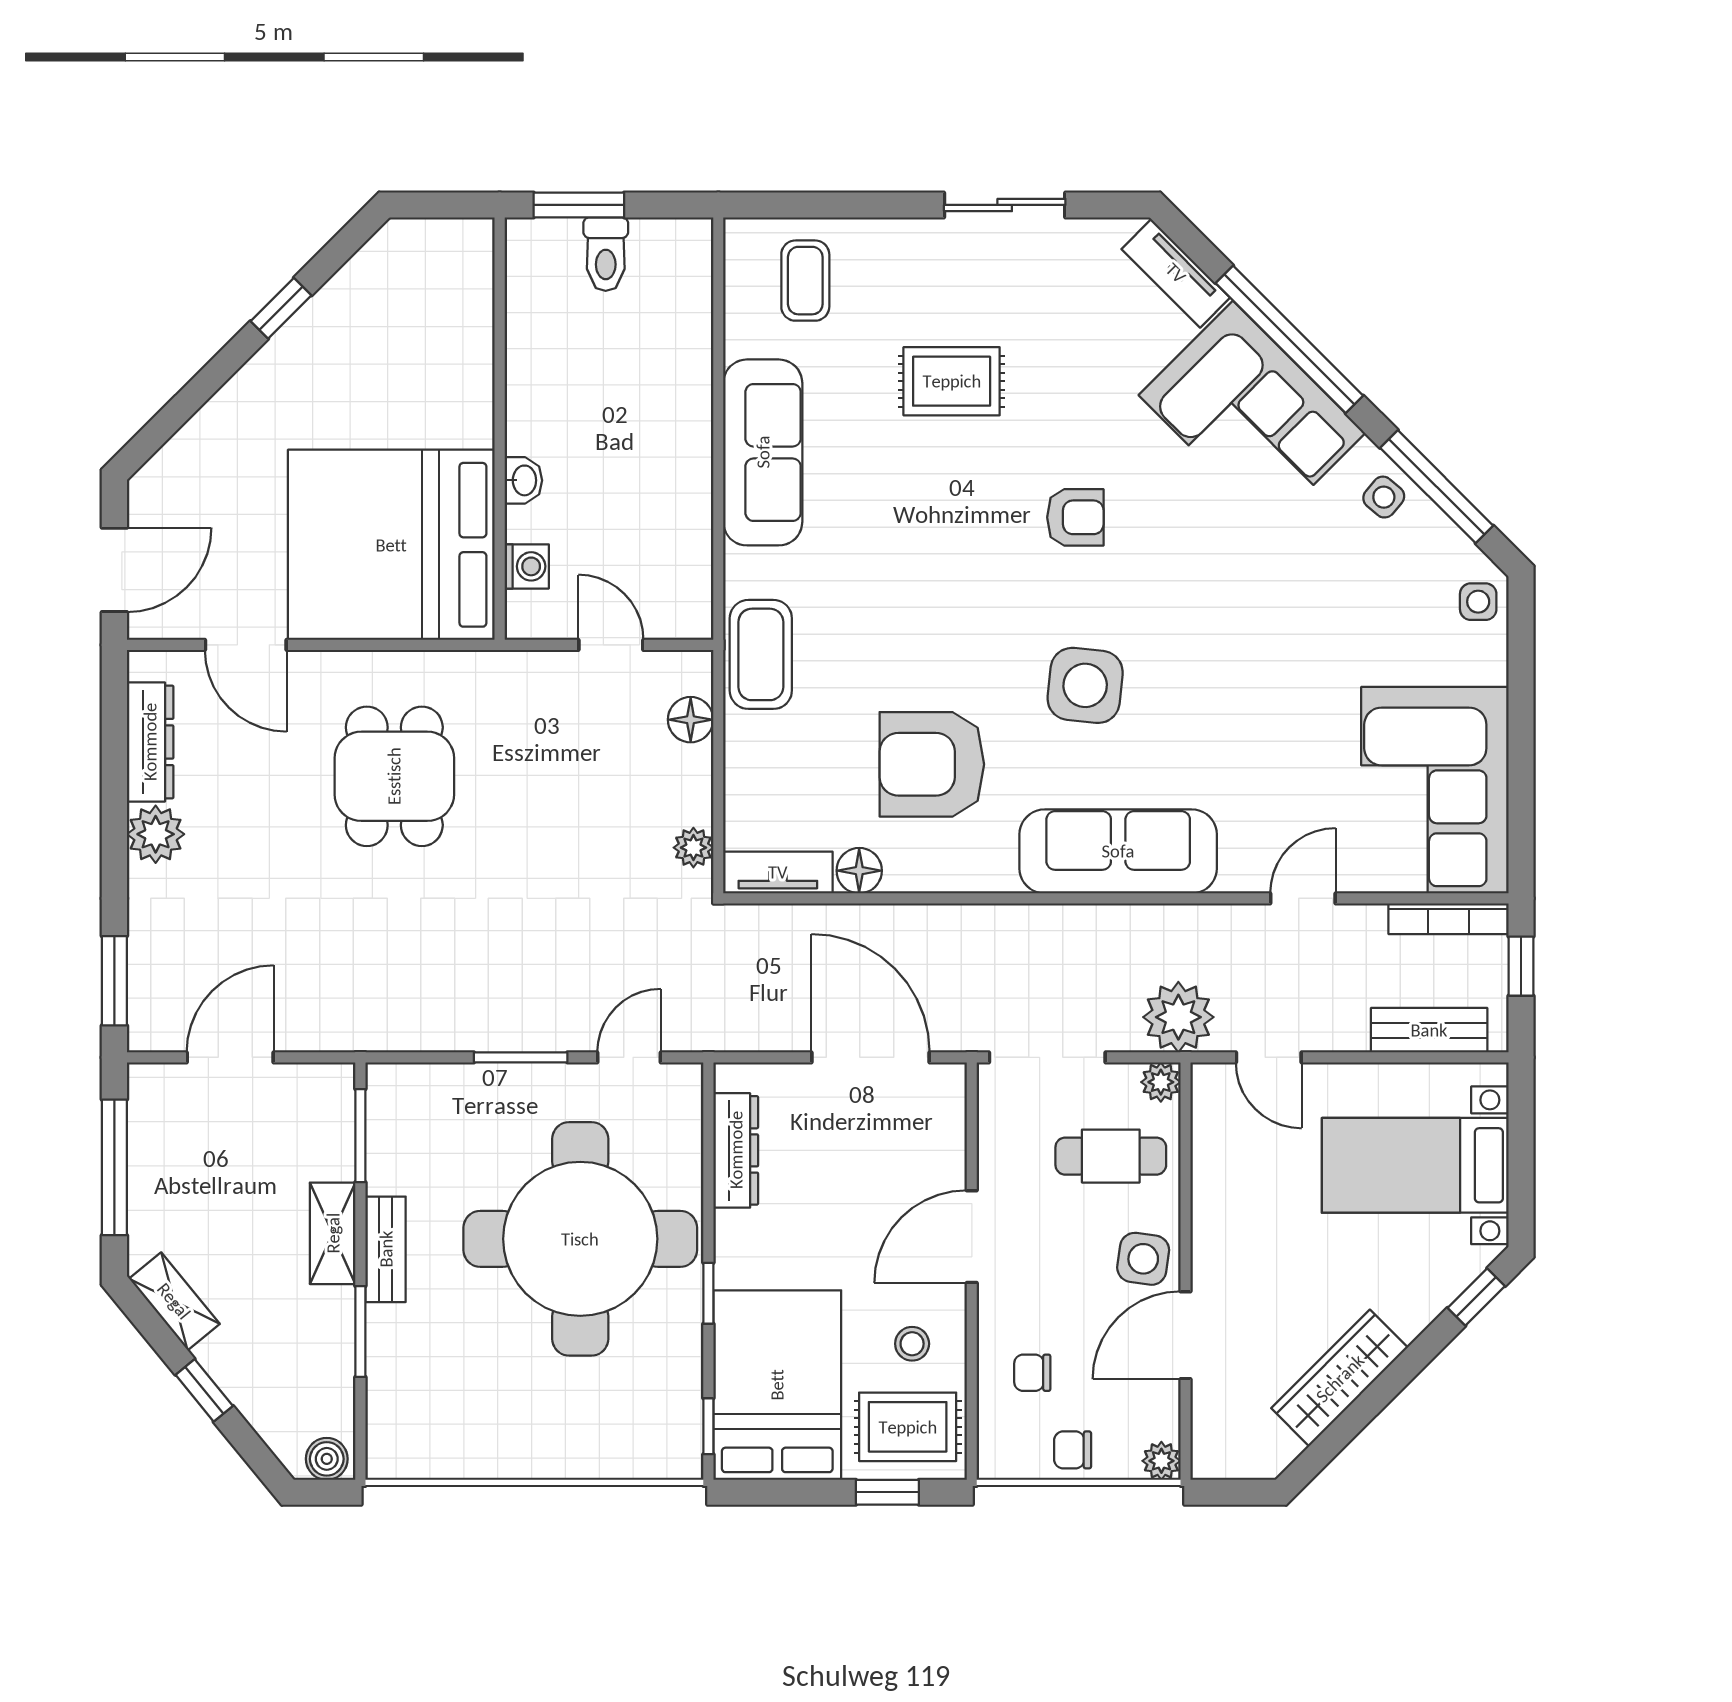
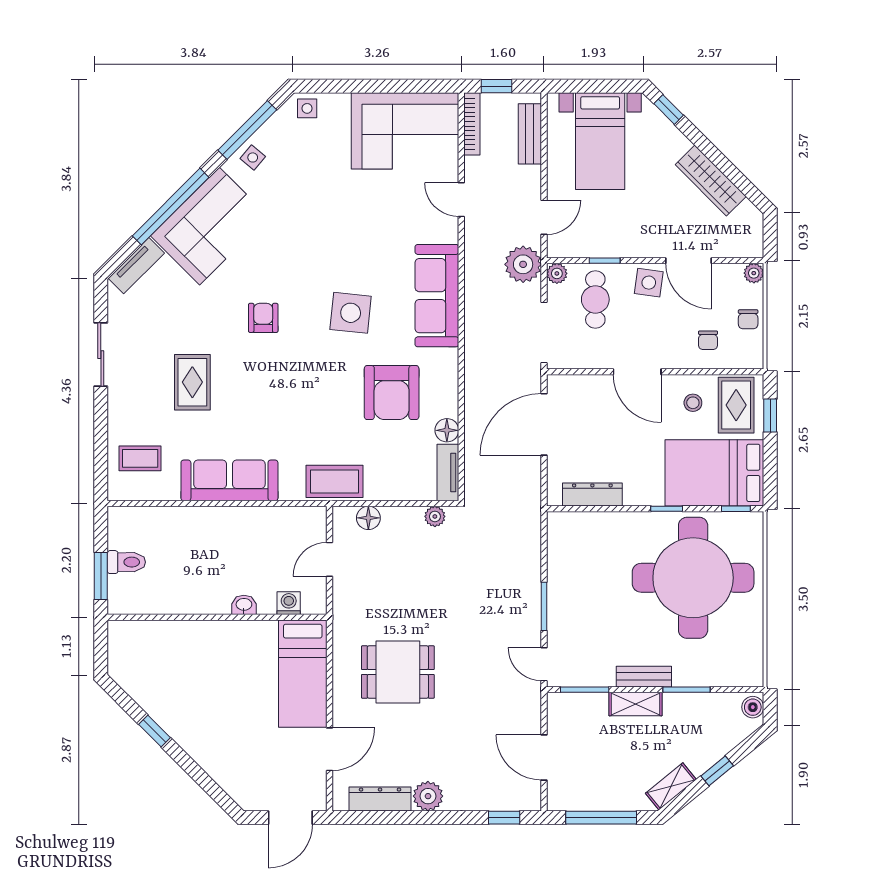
bed: (391, 545) -> (303, 674), width x0.49
door: (114, 570) -> (290, 818), swing flipped
window: (114, 981) -> (504, 818), width x0.67
door: (629, 1057) -> (544, 664), moved
window: (1185, 1174) -> (605, 261), added
round table: (580, 1239) -> (693, 578), moved

